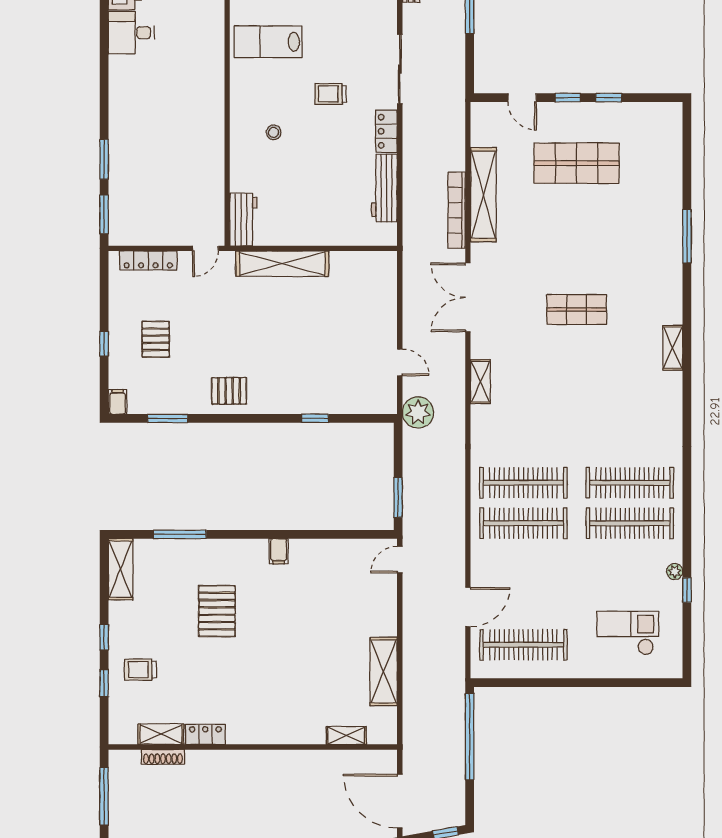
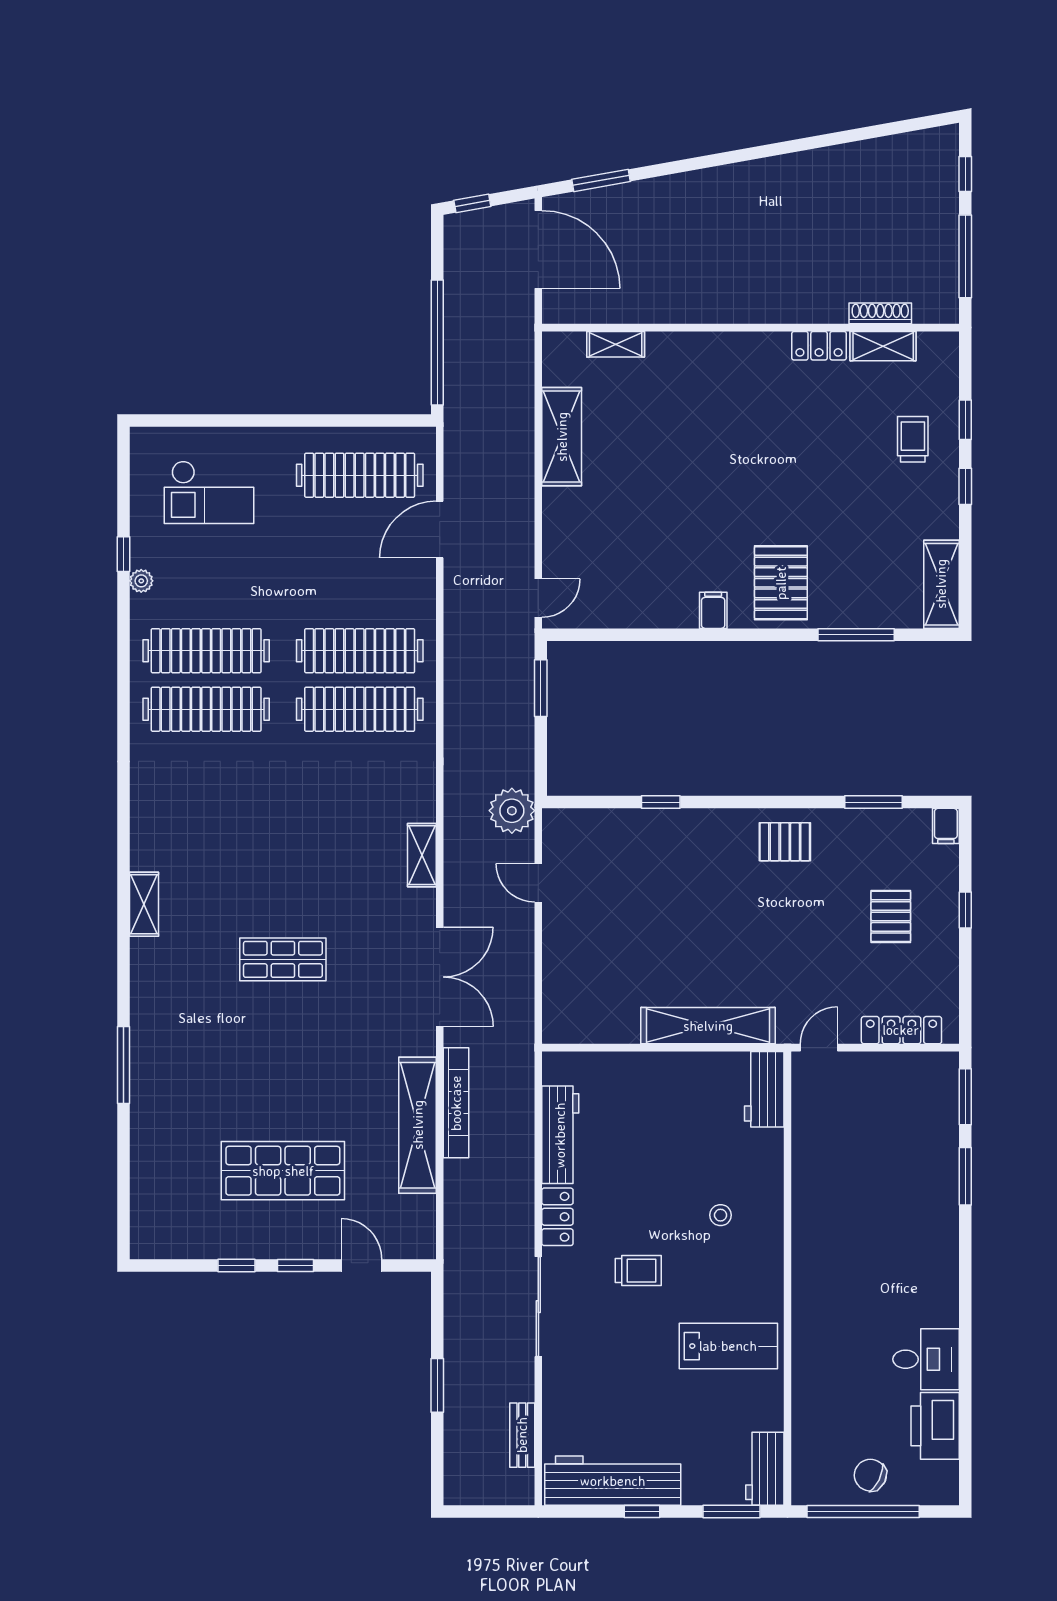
pallet: (217, 611) -> (781, 583), moved
trolley: (140, 670) -> (913, 439), turned -90

